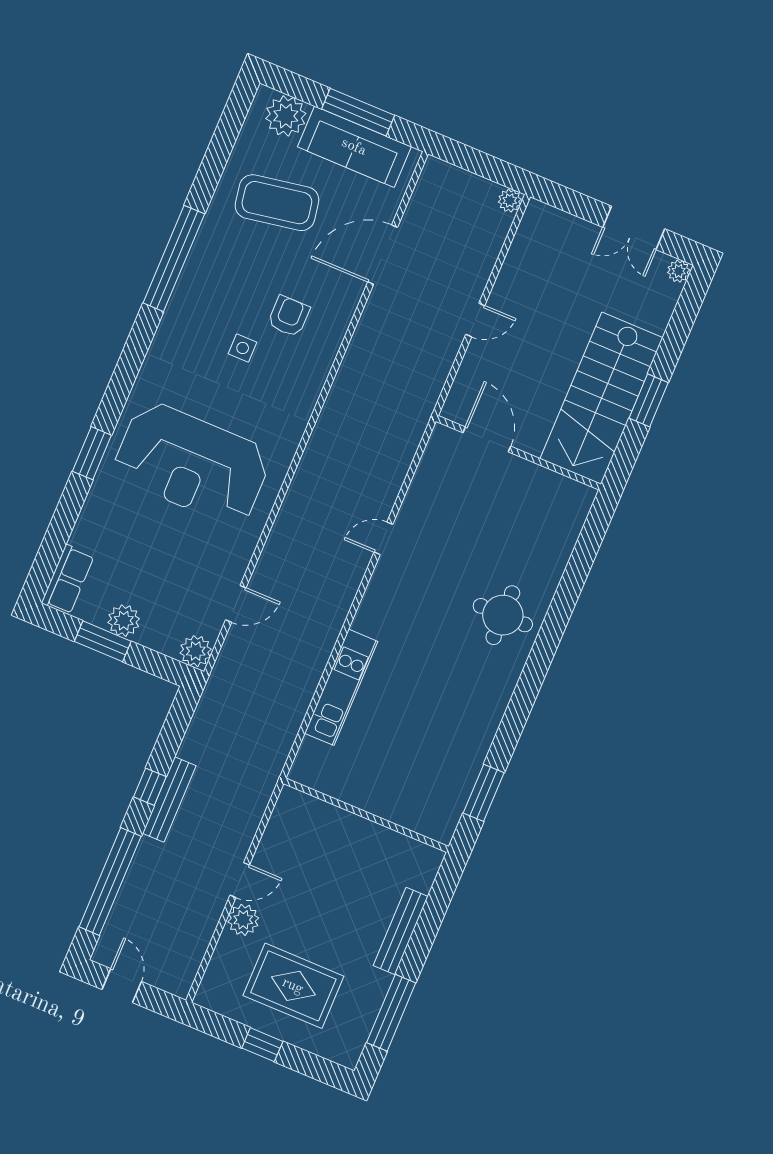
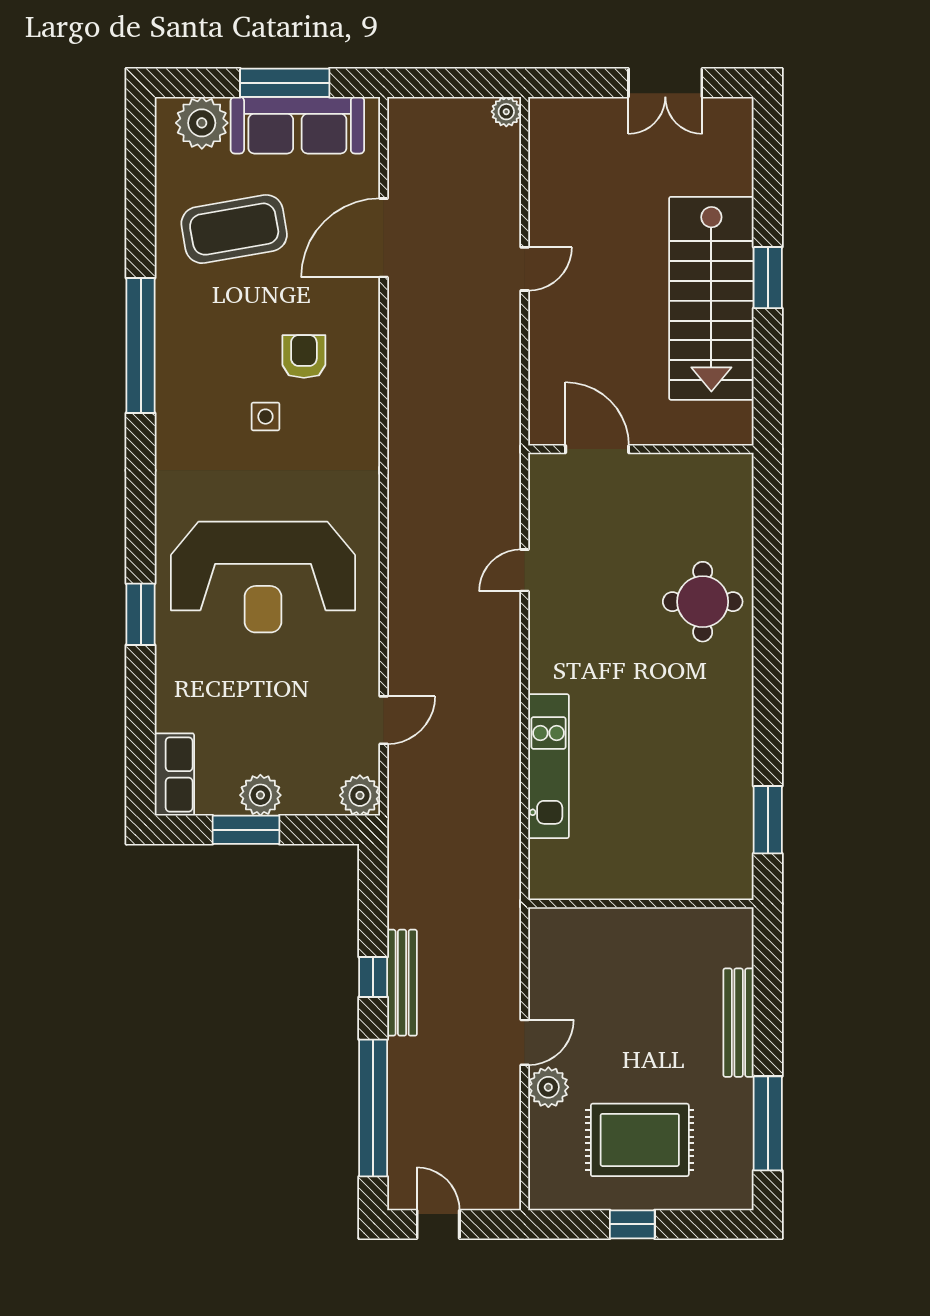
plant: (679, 271) -> (739, 111), removed
door: (487, 439) -> (597, 449), moved
wall: (518, 453) -> (641, 449), moved

